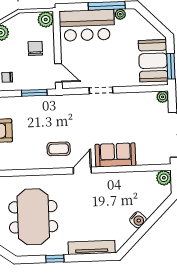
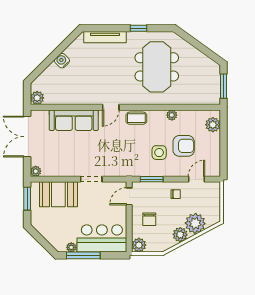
booth: (153, 61) -> (58, 194), moved, turned 90
door: (58, 73) -> (129, 196), hinge flipped
side table: (27, 122) -> (159, 153), added
coffee table: (59, 149) -> (136, 118), moved
sofa: (115, 155) -> (74, 120), width x1.36
plant: (15, 164) -> (172, 115), added

